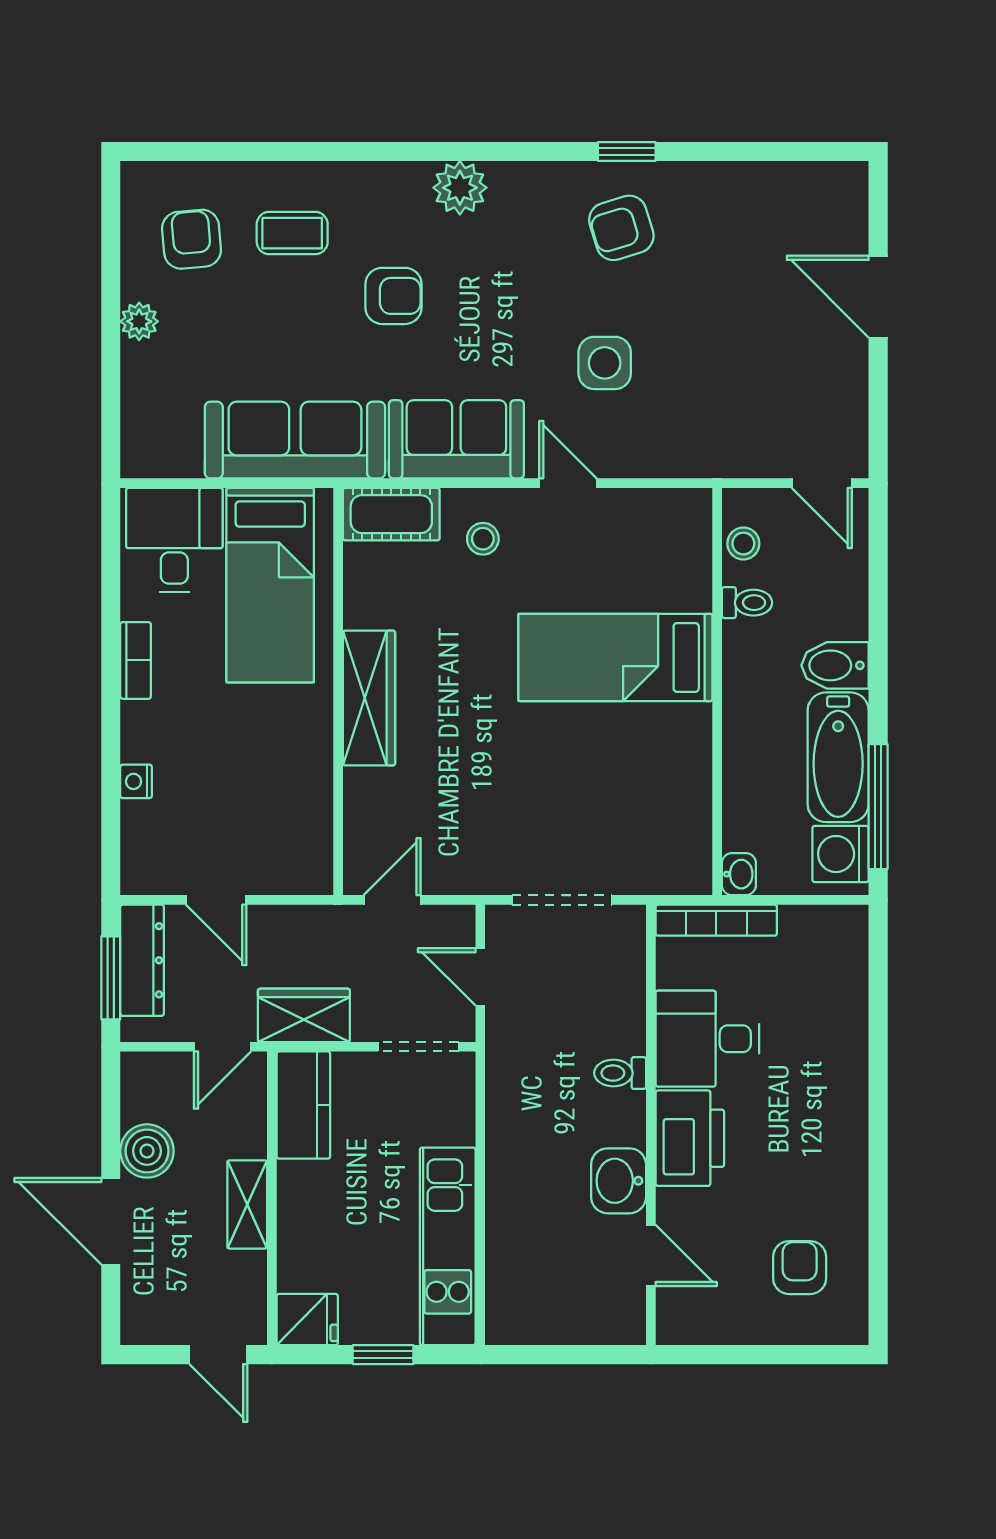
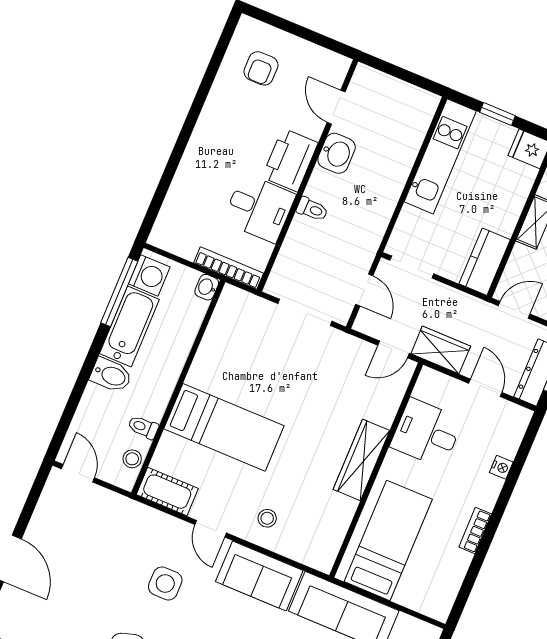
cot: (391, 514) -> (167, 492), moved
desk: (174, 540) -> (427, 433), moved, turned 90
wardrobe: (304, 1015) -> (441, 350), moved, turned 180

